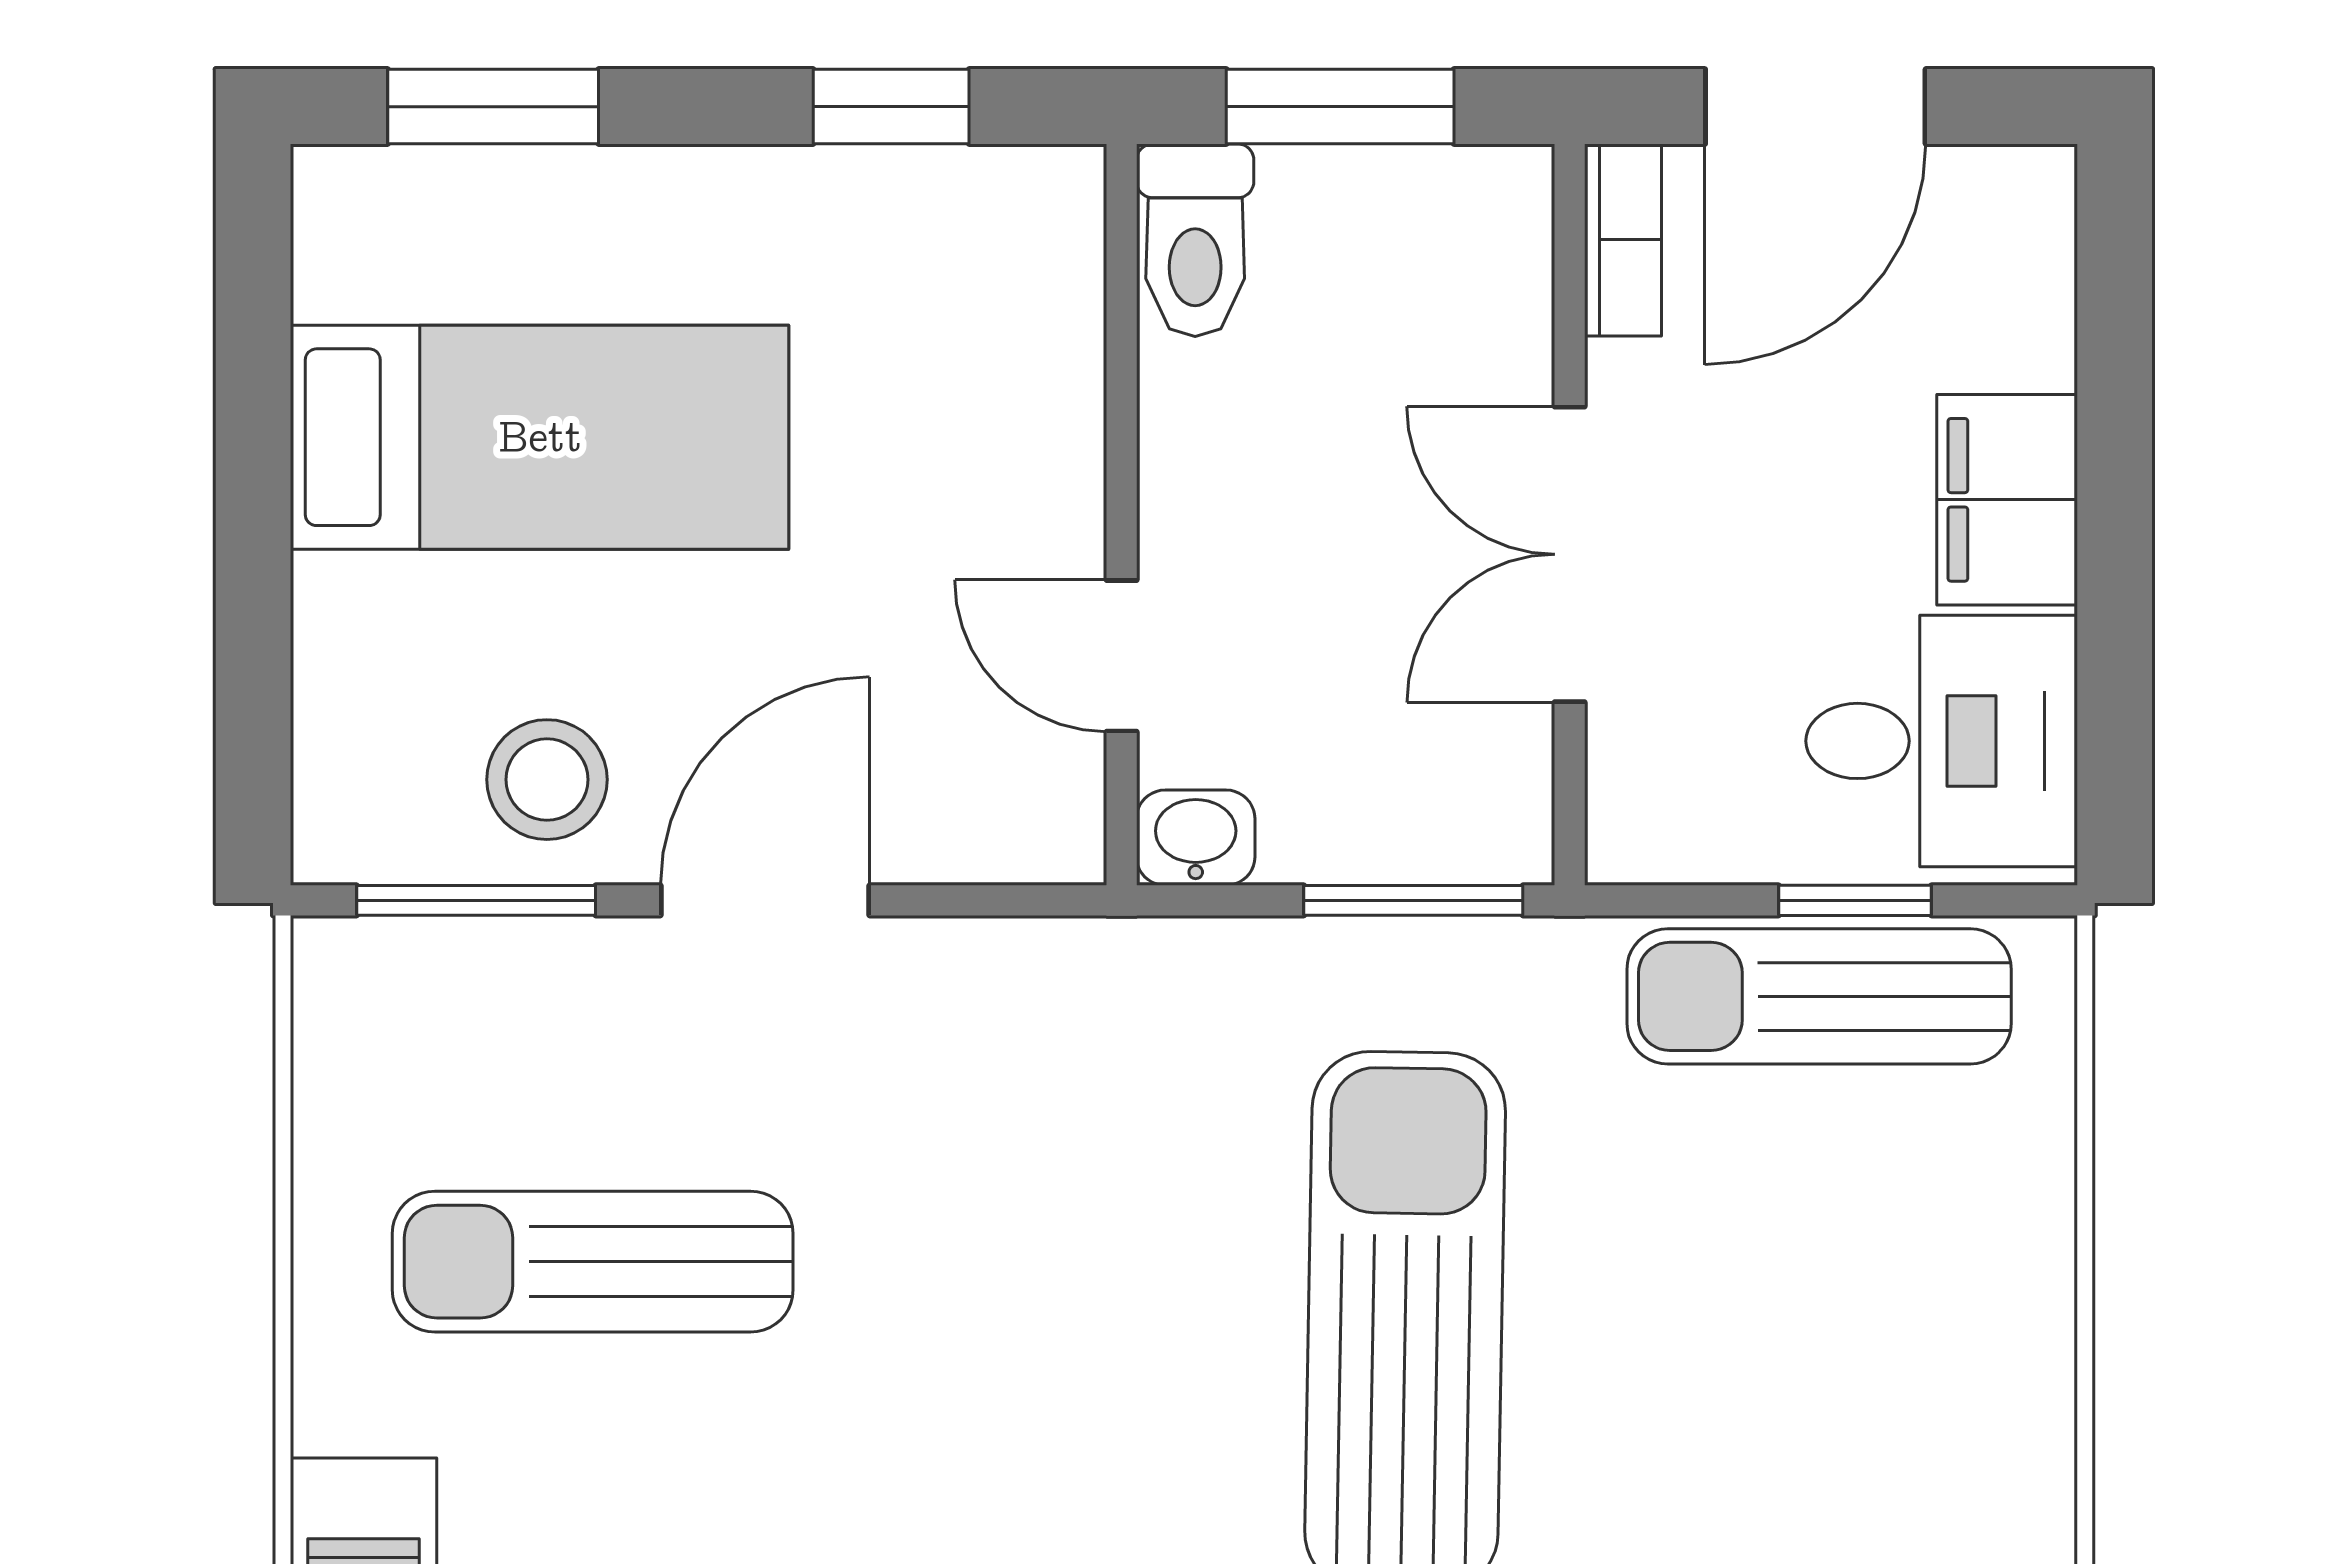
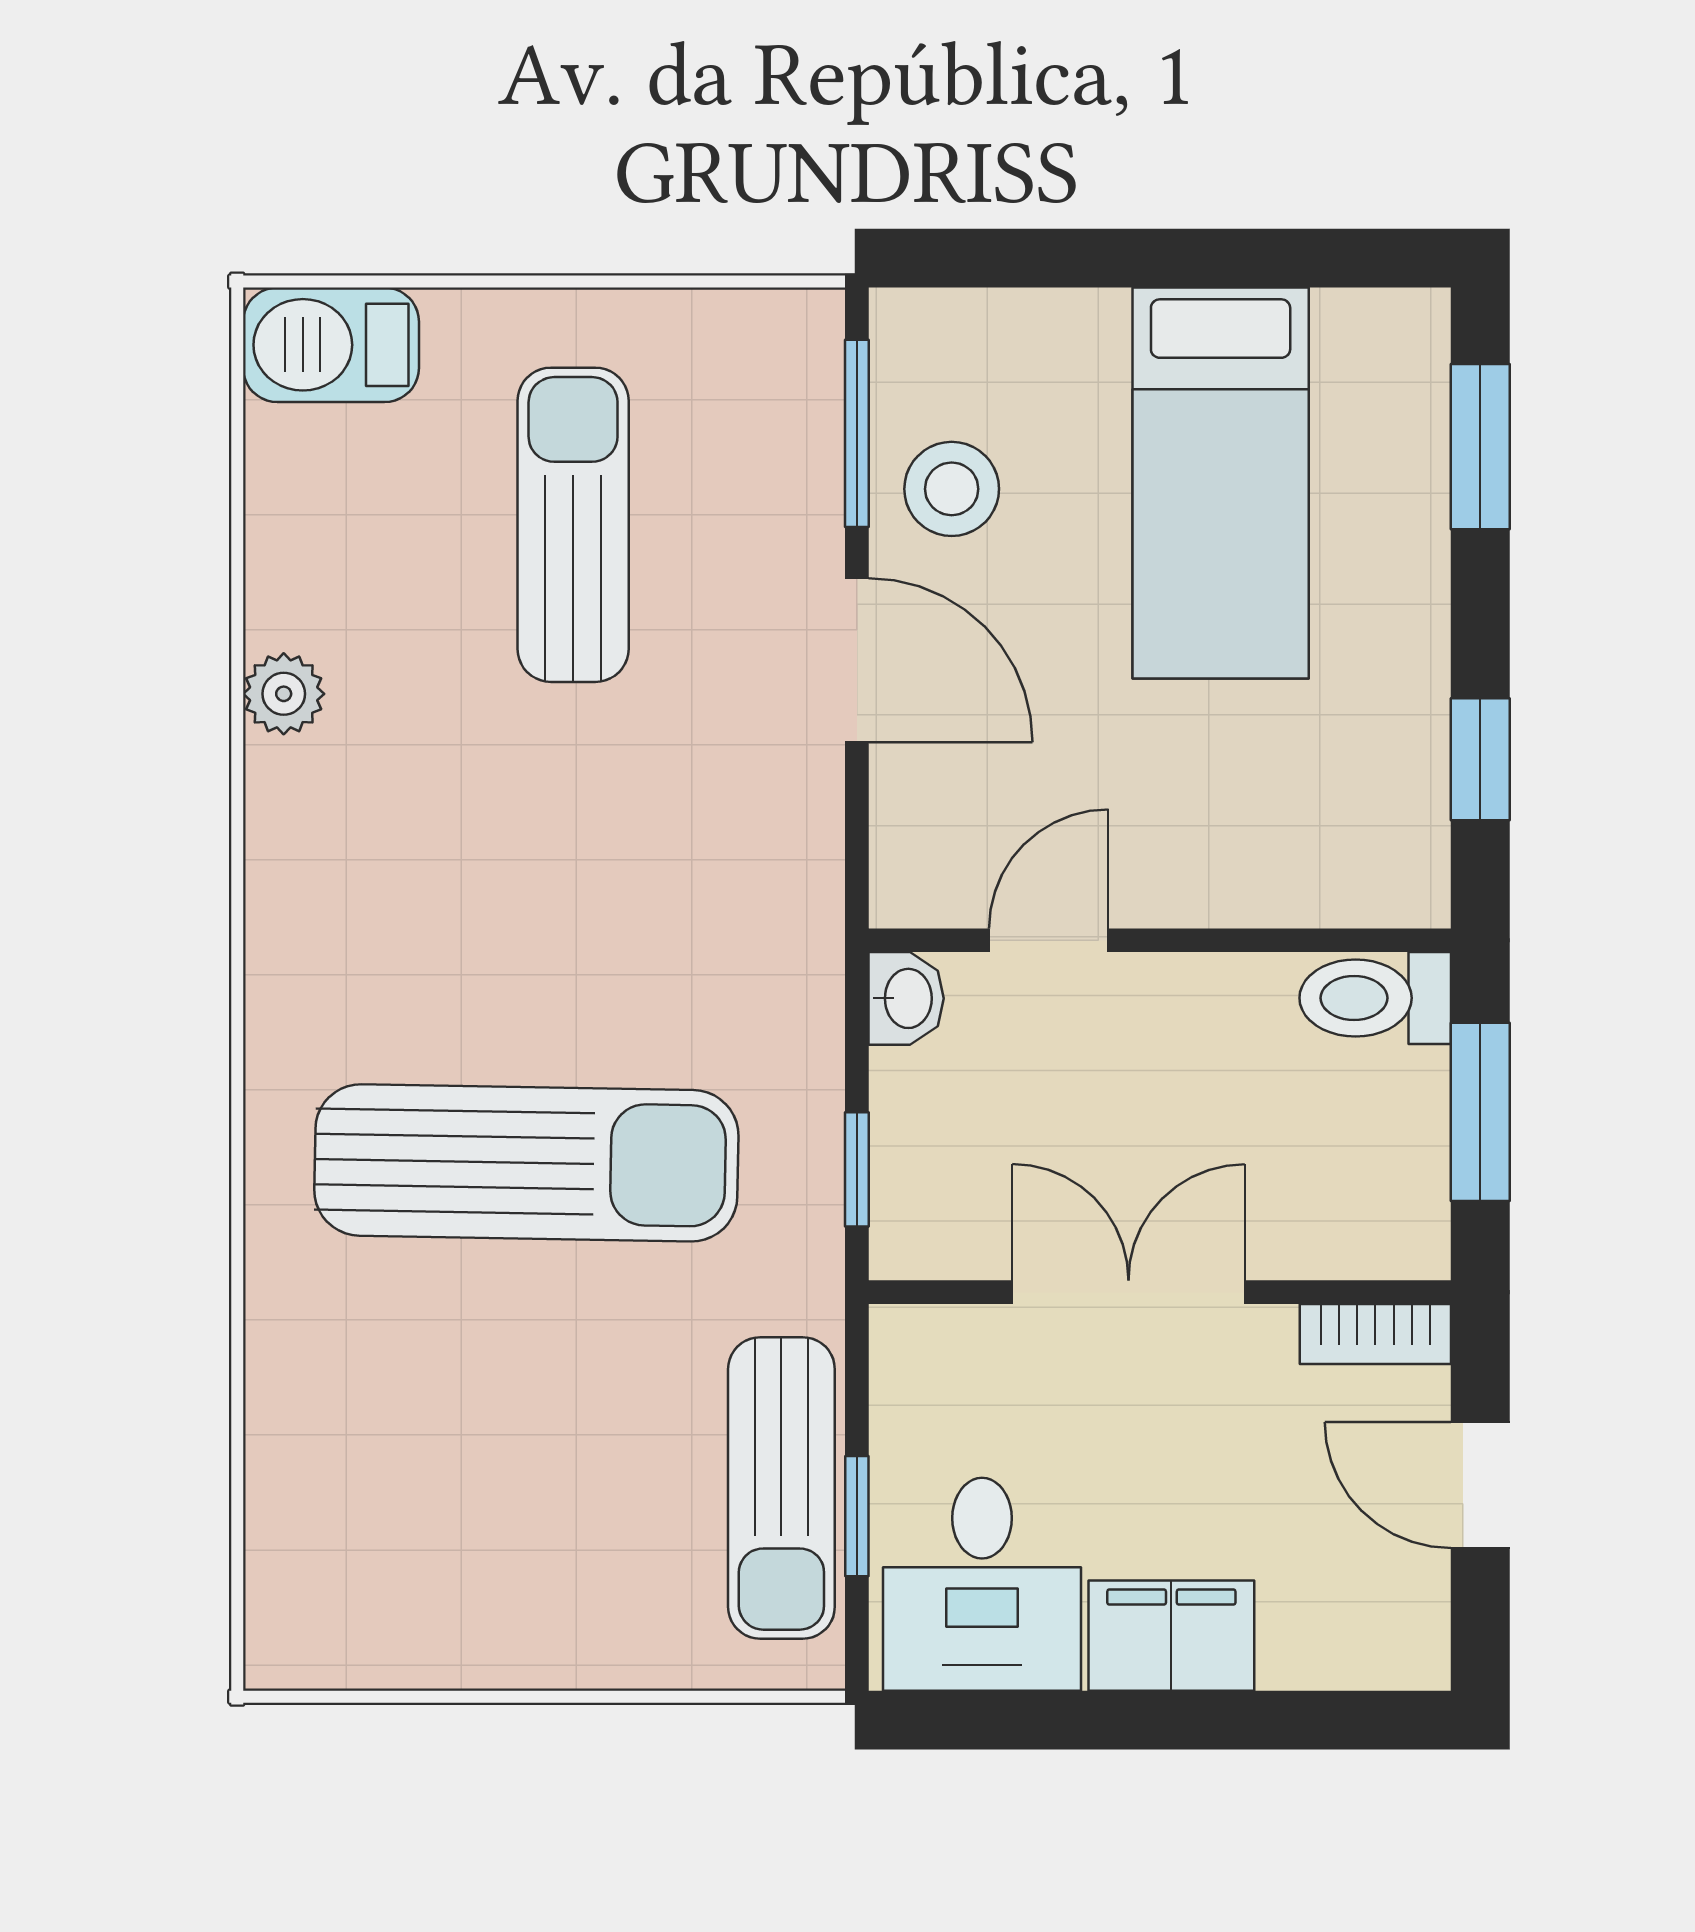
door: (1815, 107) -> (1480, 1485), width x0.73
window: (1413, 900) -> (857, 1169), width x0.67
sun lounger: (1819, 996) -> (781, 1488), turned 180

